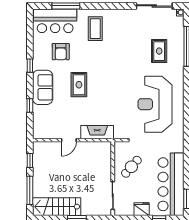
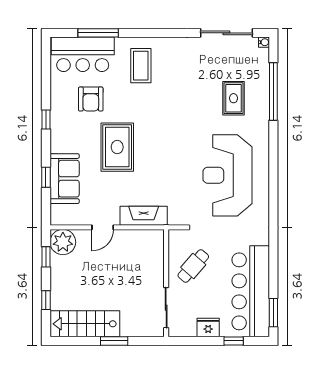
rug: (79, 85) -> (117, 147), width x1.36, depth x1.43
sofa: (43, 87) -> (65, 179), moved
plant: (41, 150) -> (63, 242), added
window: (30, 190) -> (46, 300), width x0.46

